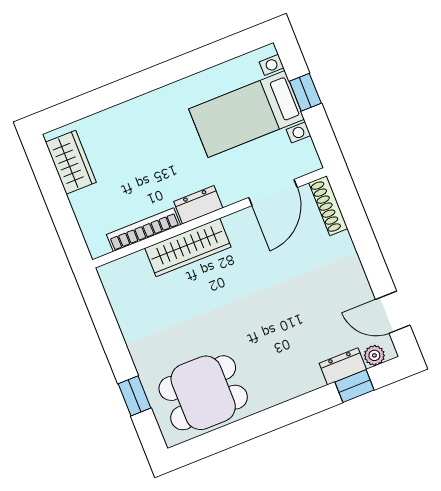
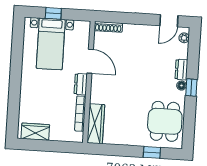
door: (273, 192) -> (90, 61), moved
wardrobe: (188, 248) -> (96, 124), moved
dresser: (343, 366) -> (181, 70), moved
window: (354, 386) -> (191, 88), moved
floor lamp: (284, 392) -> (181, 86), added

